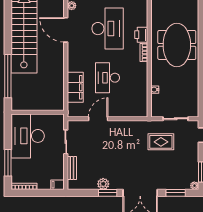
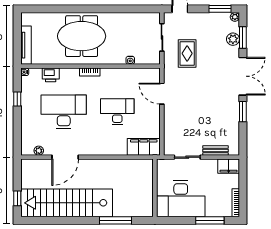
printer: (141, 35) -> (51, 75), moved
window: (8, 76) -> (116, 220), width x0.68
desk: (108, 78) -> (117, 112), turned 180
filing cabinet: (75, 87) -> (144, 147), moved
door: (98, 119) -> (162, 94), moved
plant: (103, 184) -> (233, 39), moved
filing cabinet: (58, 185) -> (229, 166), width x2.00

